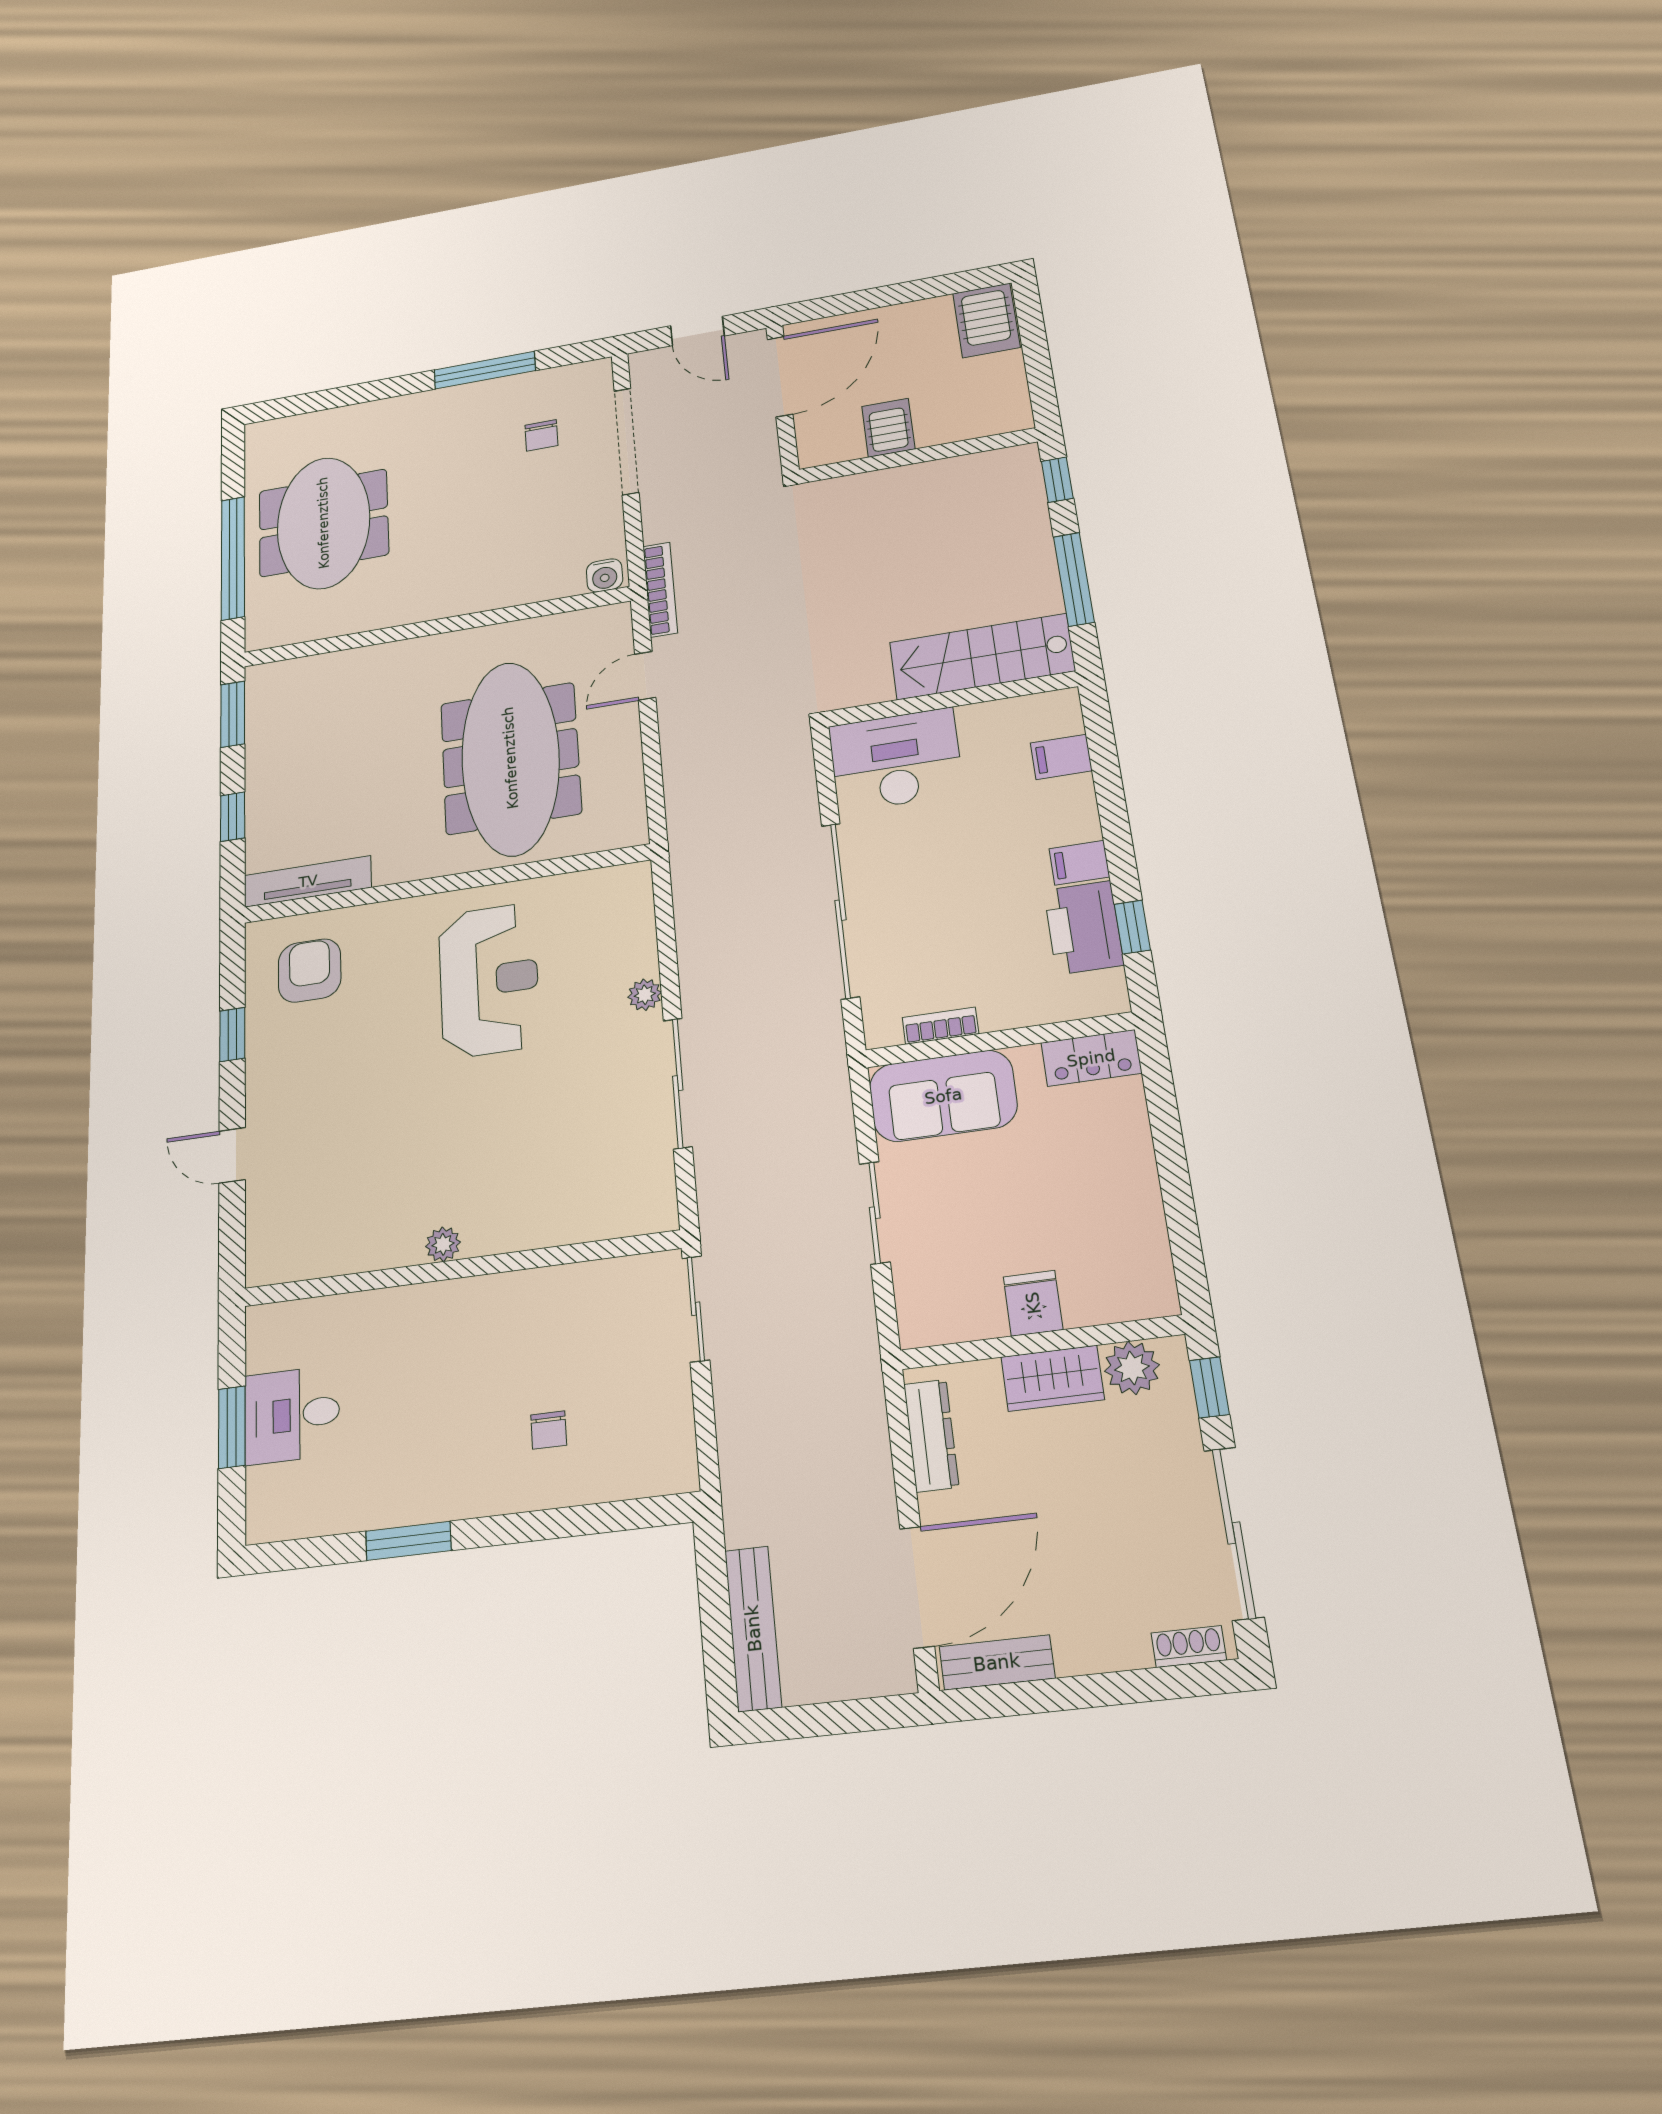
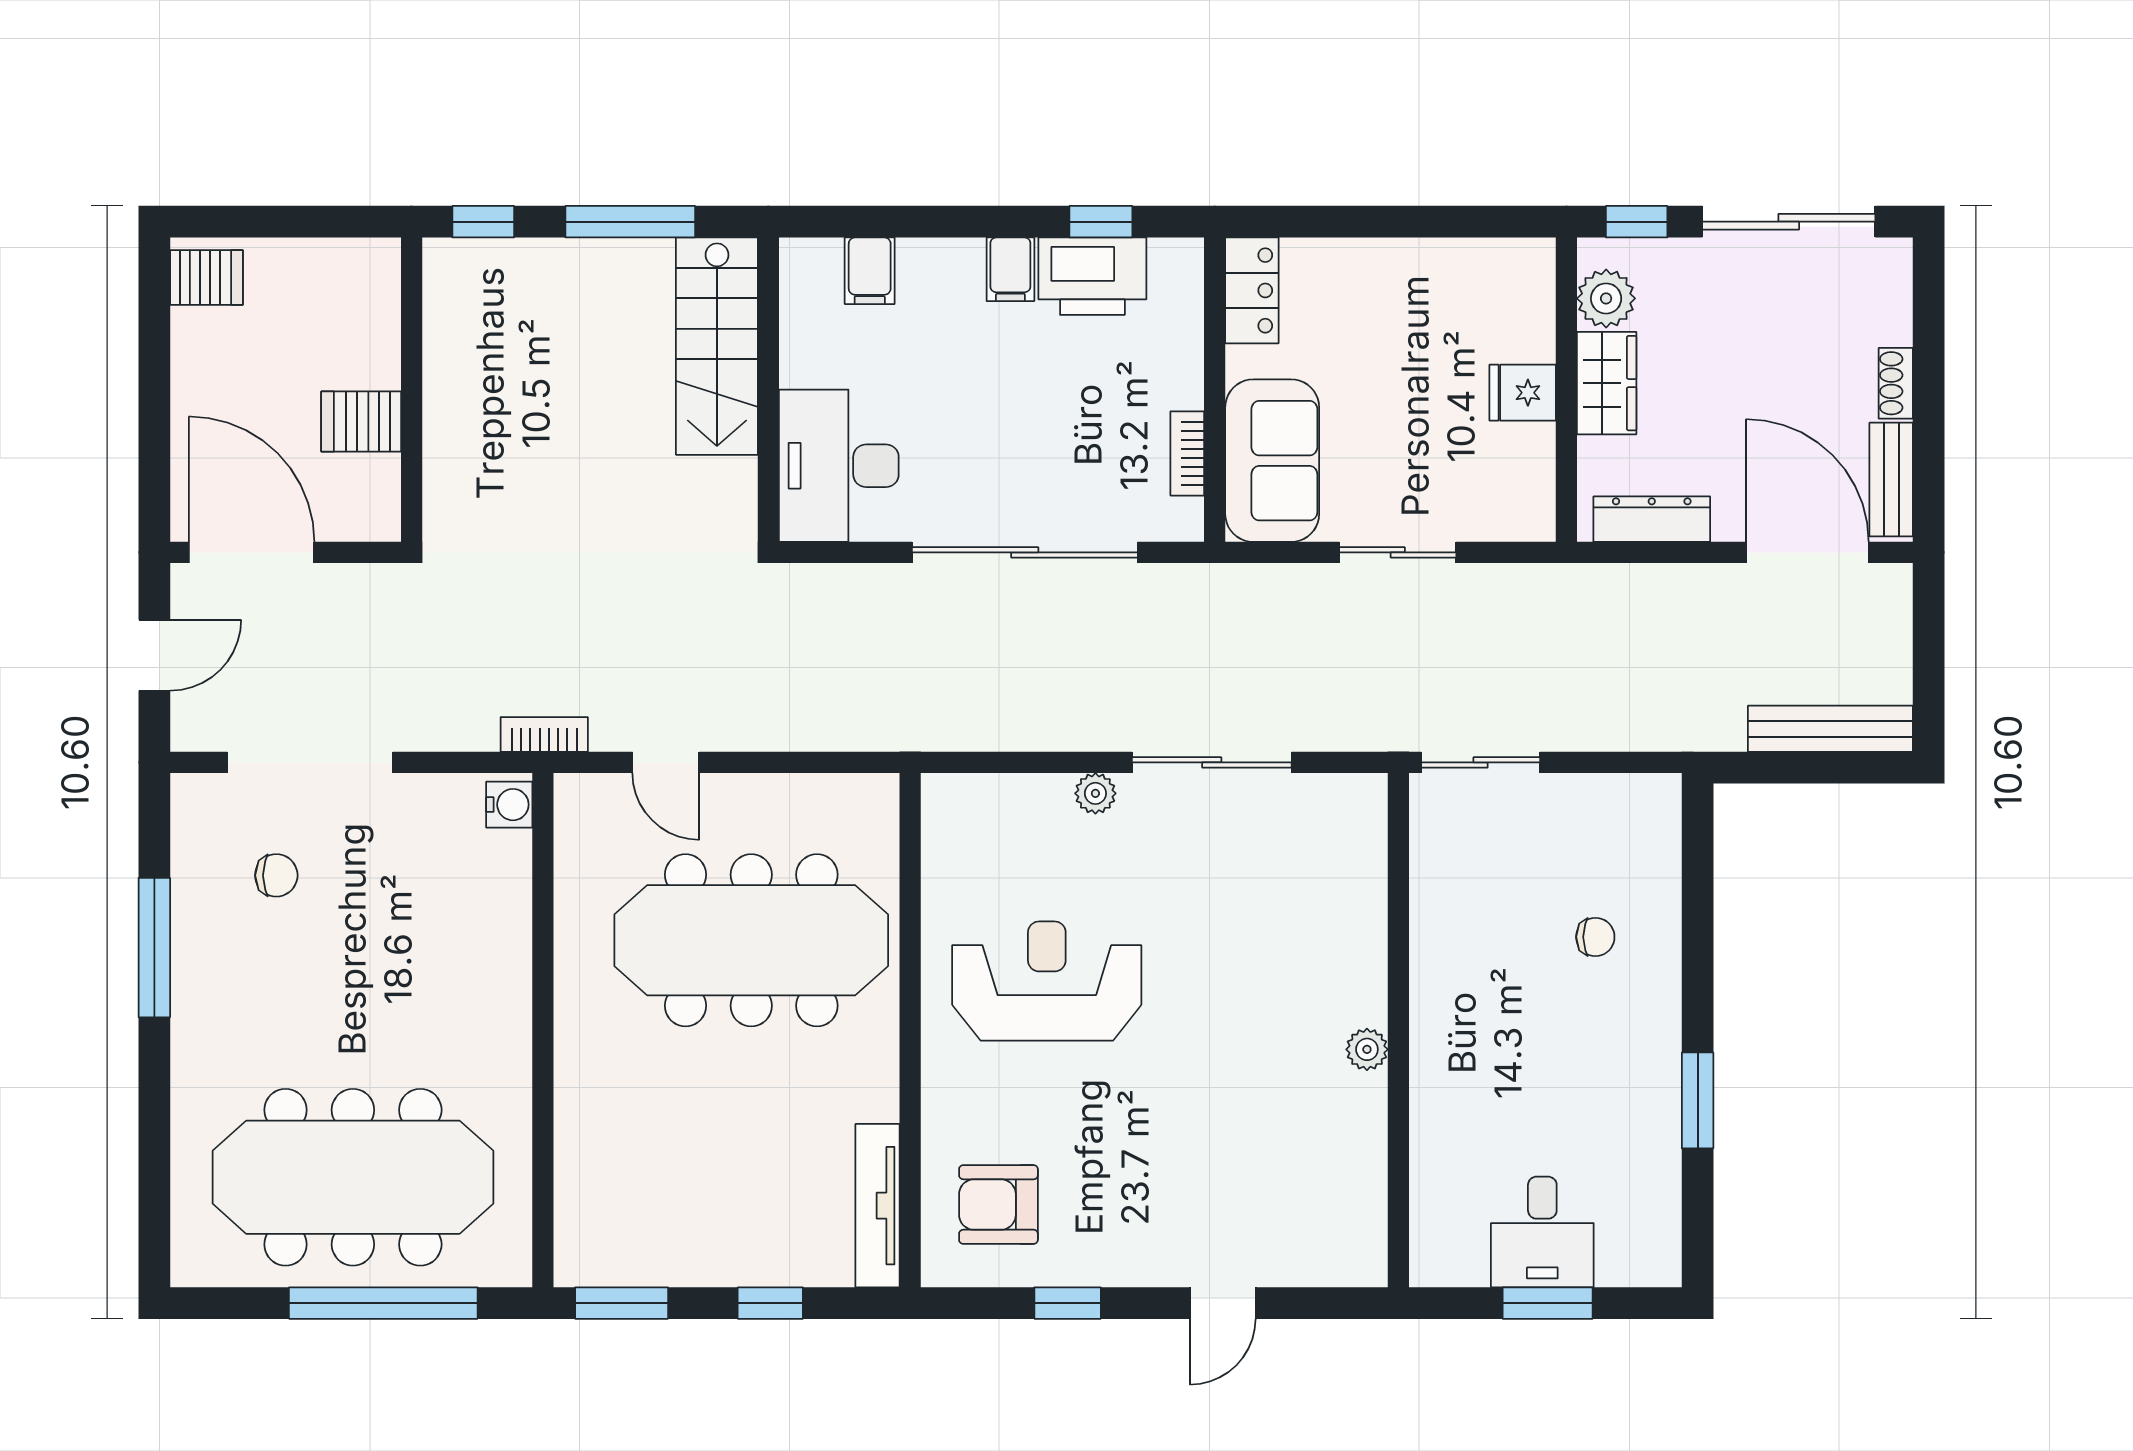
server rack: (986, 320) -> (206, 277), width x0.73, depth x0.70
meeting table: (323, 523) -> (353, 1177), width x1.36
bookcase: (660, 589) -> (544, 734), width x0.64
shoe rack: (1189, 1647) -> (1896, 383), moved

